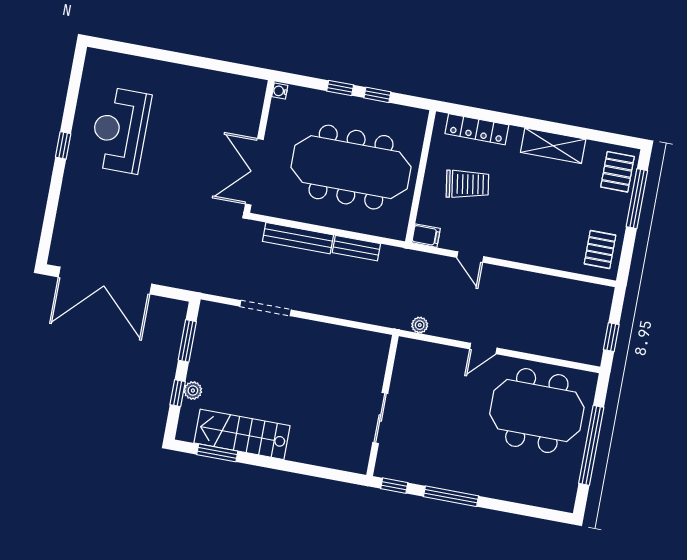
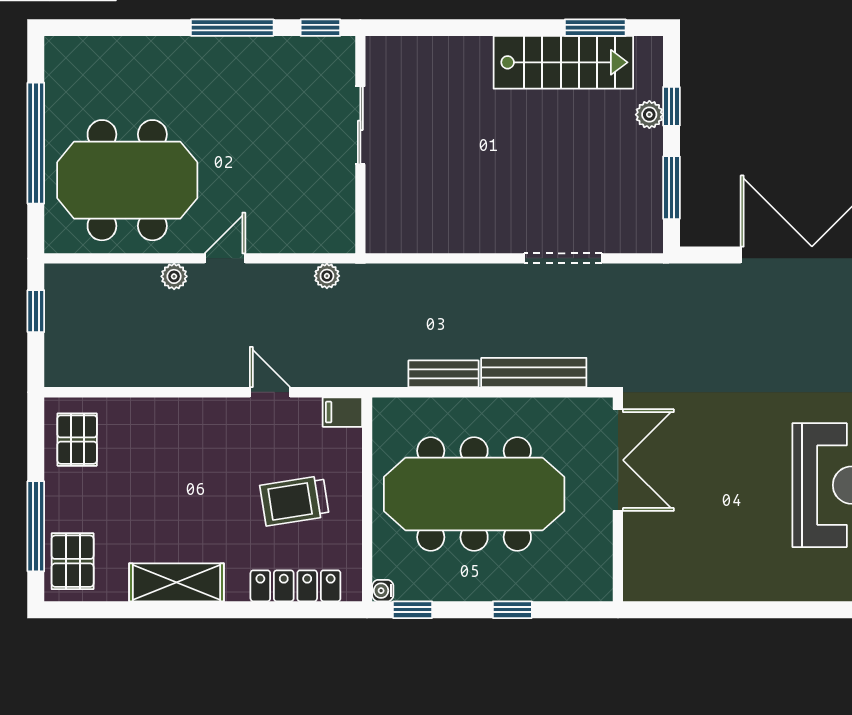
water cooler: (280, 91) -> (383, 591), moved, turned 180
window: (377, 95) -> (413, 610), moved
plant: (518, 343) -> (174, 276), added

